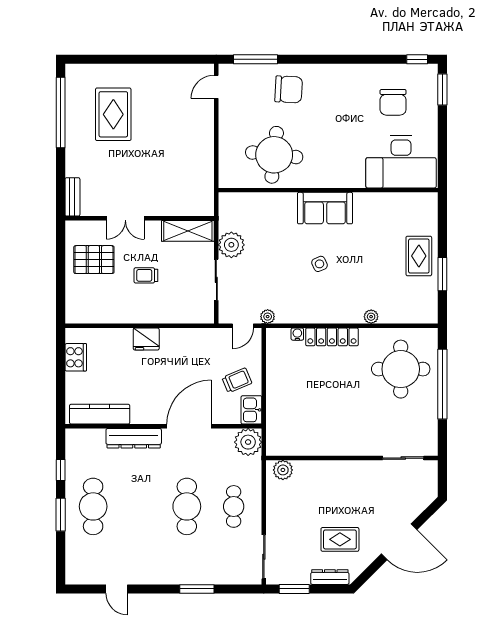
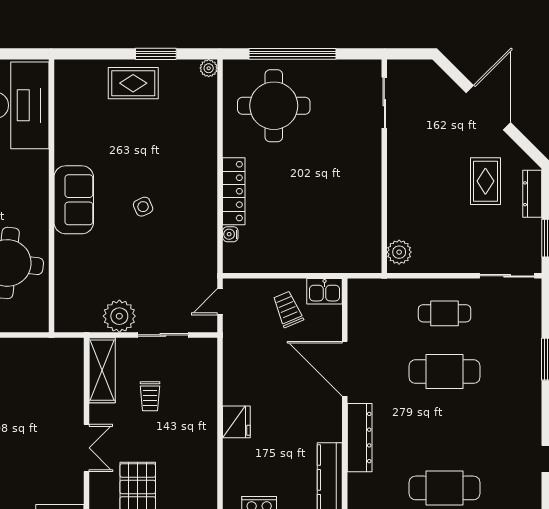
trolley: (146, 275) -> (150, 396), moved
plant: (268, 317) -> (209, 271), removed
plant: (371, 317) -> (209, 68), moved
door: (243, 326) -> (220, 302), swing flipped
plant: (248, 442) -> (364, 295), removed

